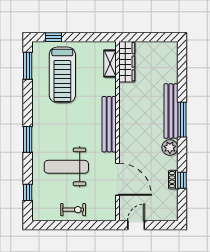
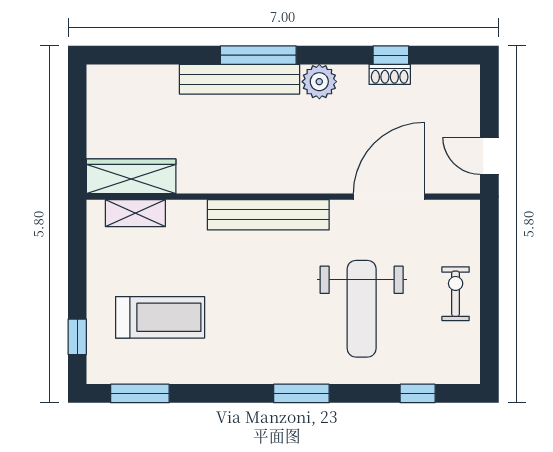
treadmill: (62, 75) -> (160, 317), width x0.73, depth x0.73

